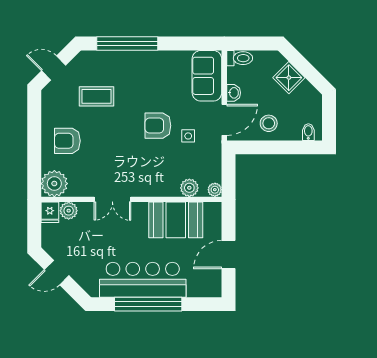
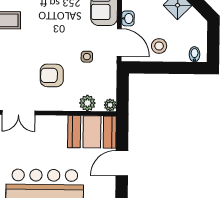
door: (224, 120) -> (119, 42), hinge flipped
armchair: (158, 126) -> (52, 75), moved
booth: (176, 220) -> (92, 132), moved

